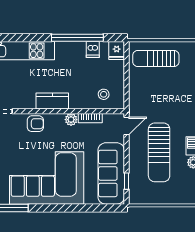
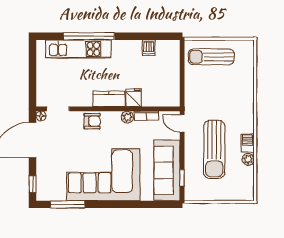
window: (77, 38) -> (89, 36), moved
fridge: (117, 50) -> (134, 98), moved, turned 180
stool: (104, 94) -> (160, 92), removed
door: (126, 126) -> (182, 123), swing flipped

